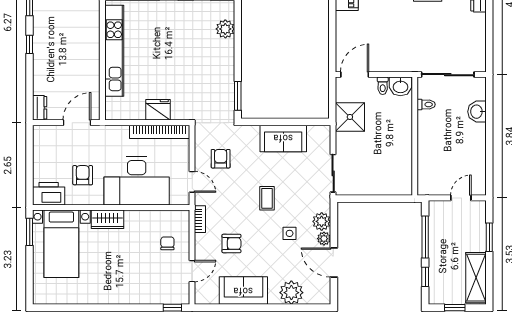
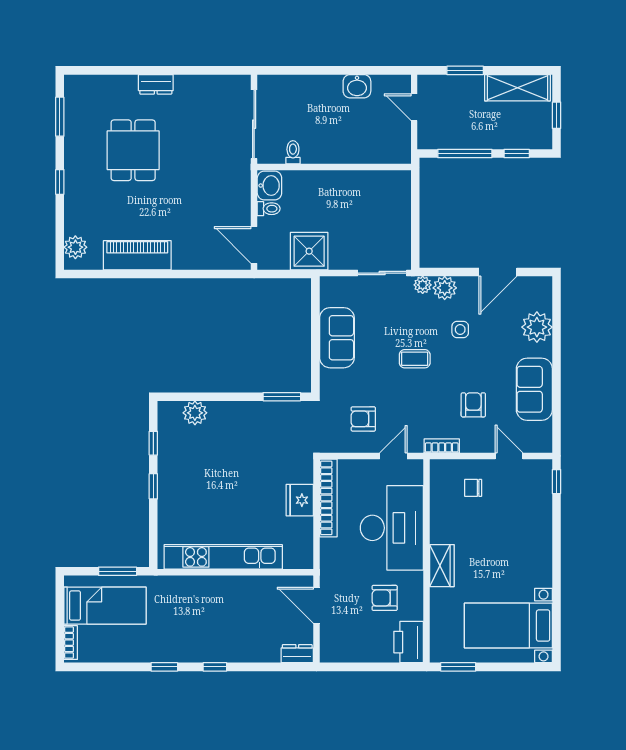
washbasin: (477, 112) -> (357, 86), moved
plant: (324, 239) -> (423, 285), moved
bed with nightstands: (61, 244) -> (508, 626), moved, turned 180

